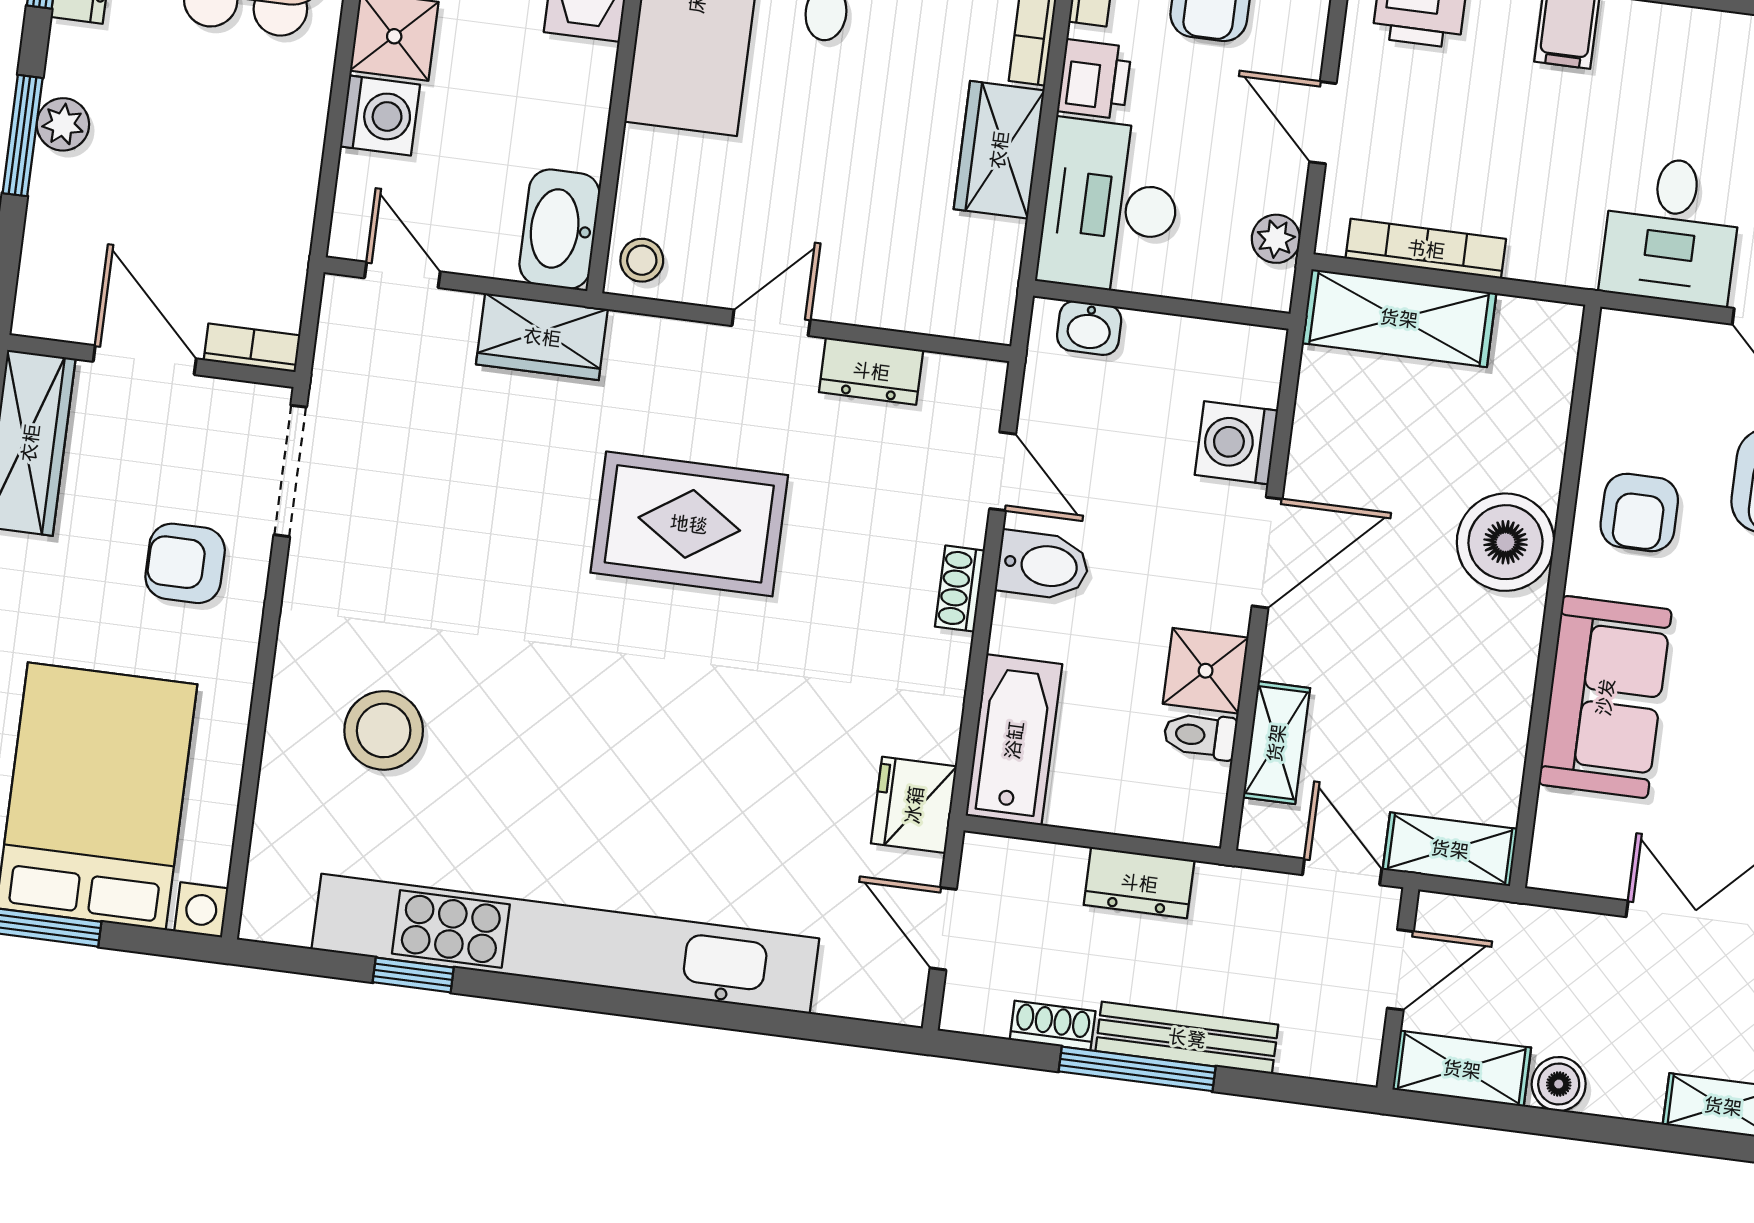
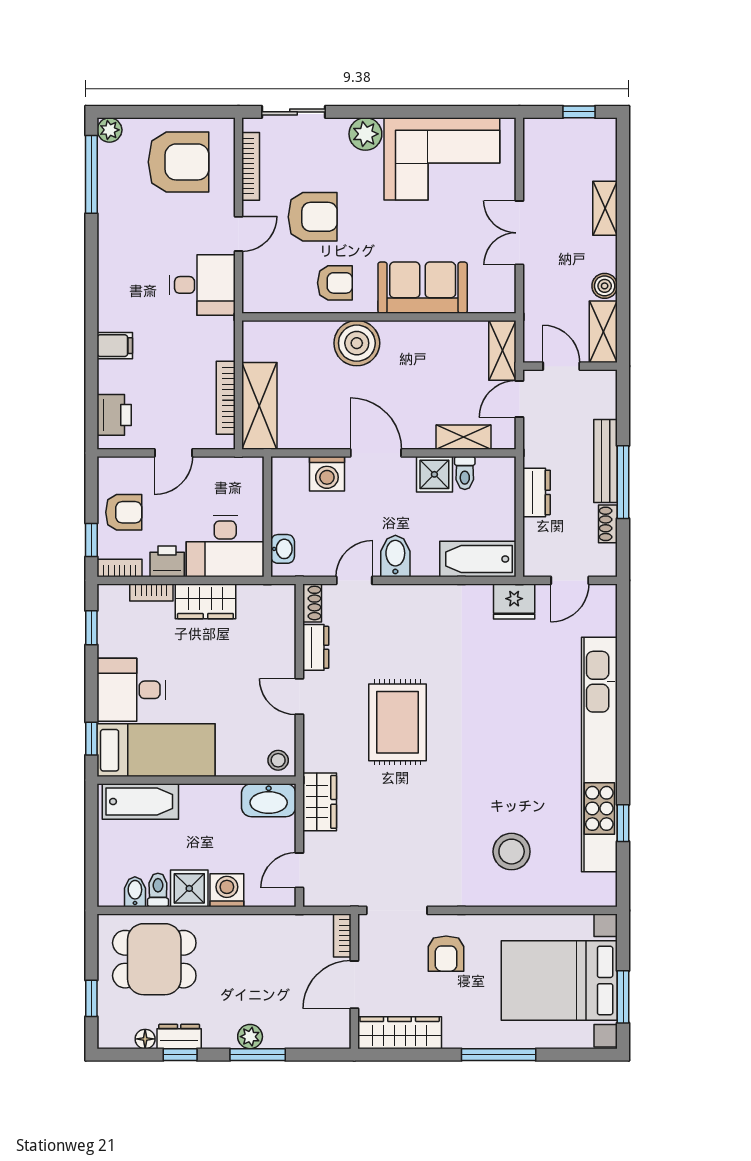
plant: (1276, 239) -> (230, 468), removed
shoe rack: (960, 589) -> (312, 603), moved, turned -90

